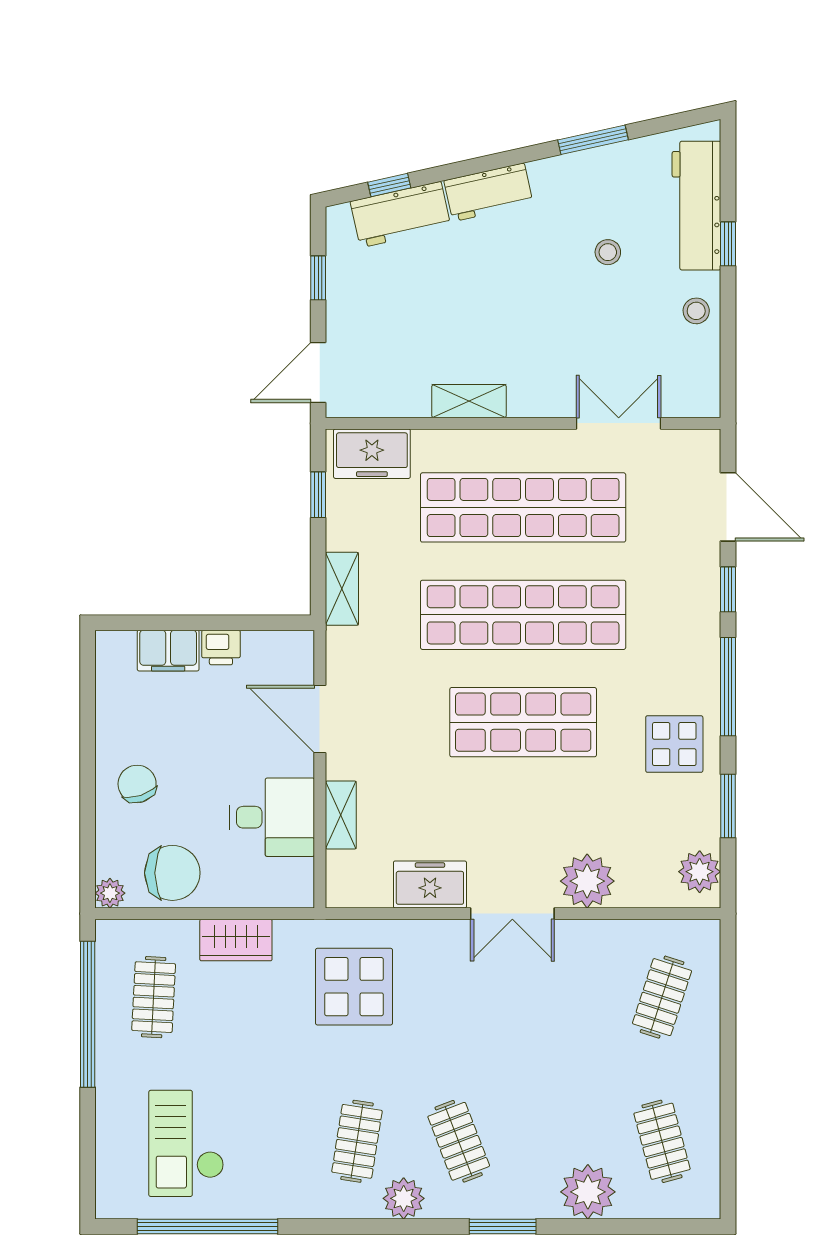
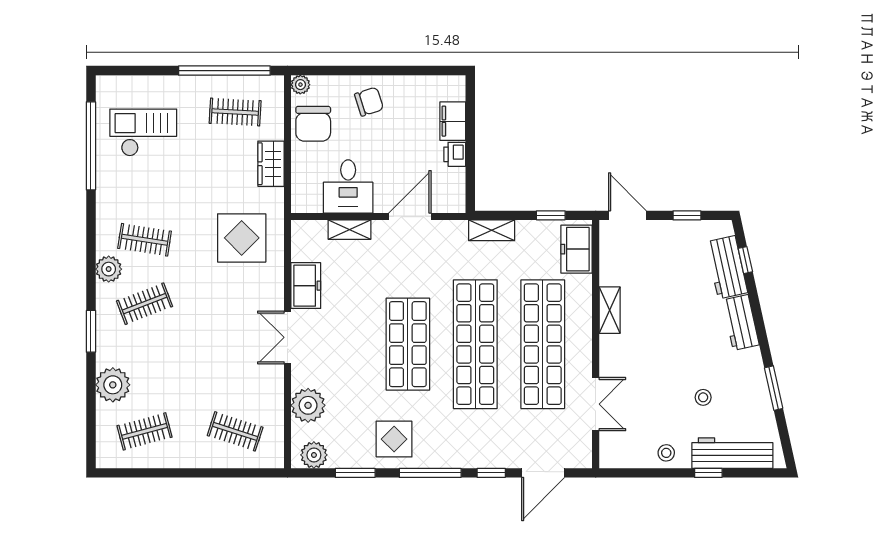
plant: (587, 881) -> (308, 405), moved

